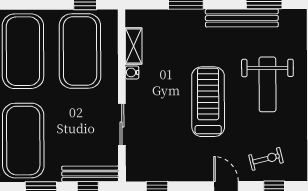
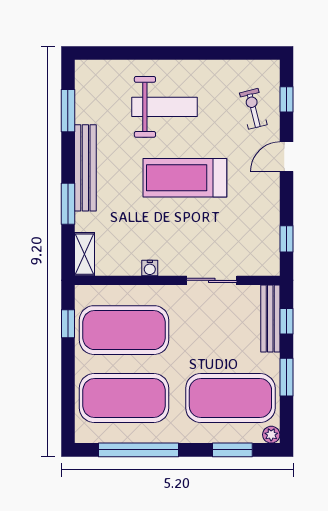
bench: (242, 18) -> (85, 168), moved
shelving: (134, 46) -> (84, 254), moved, turned 90

